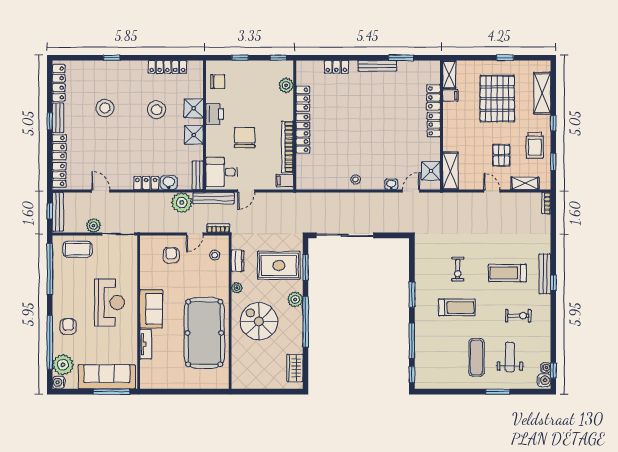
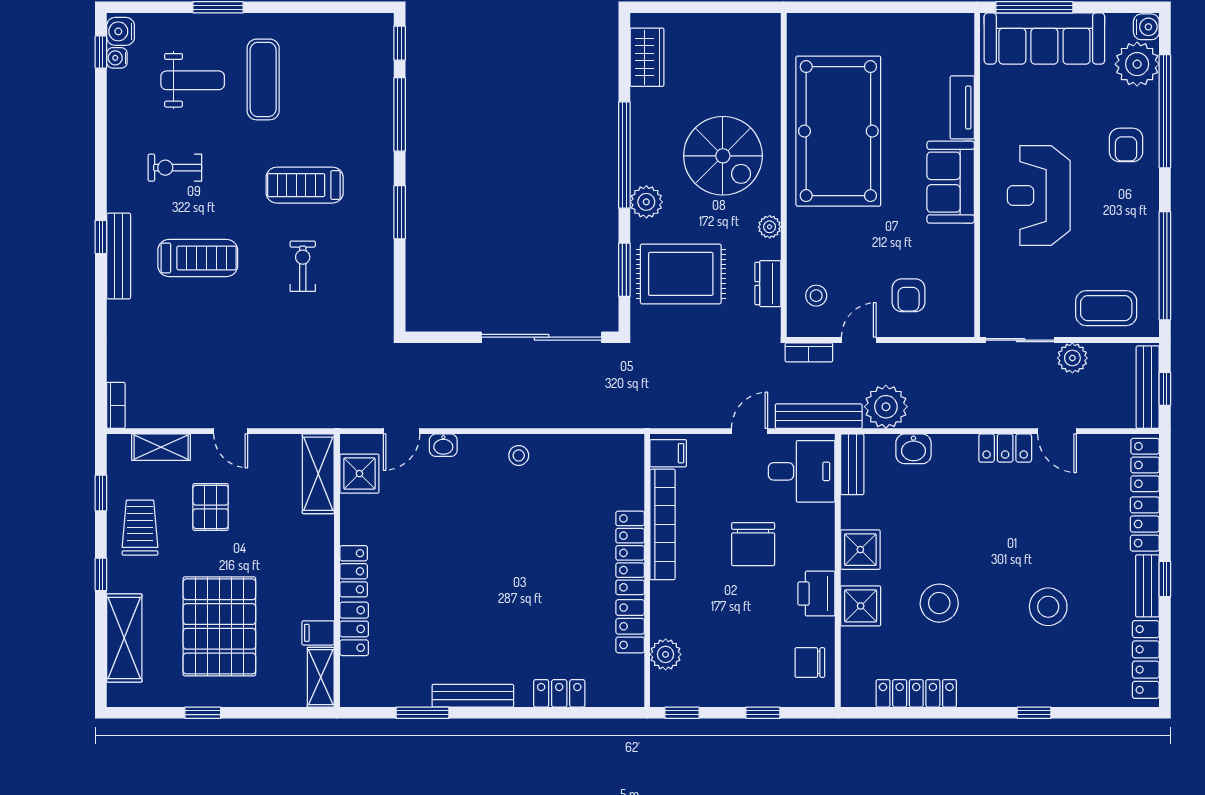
locker: (146, 183) -> (1005, 448), moved
weight bench: (510, 357) -> (193, 80), turned -90

